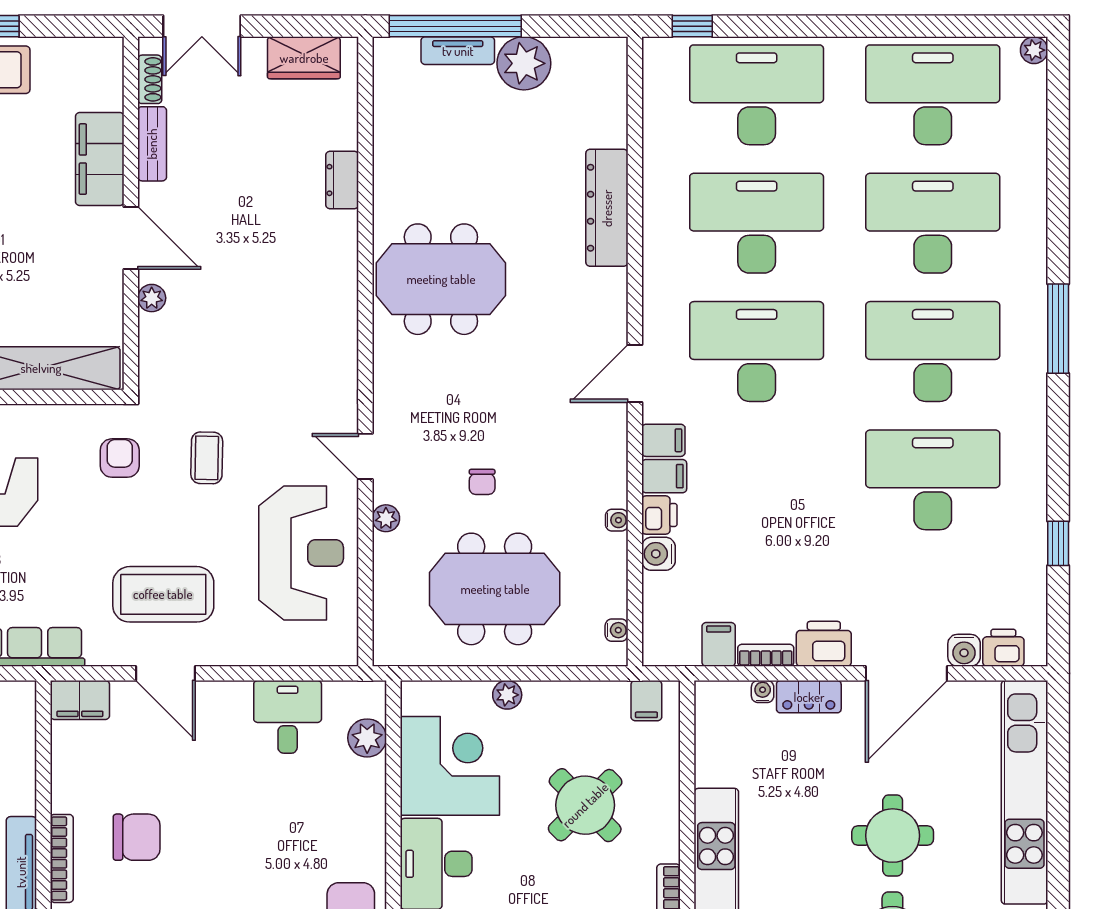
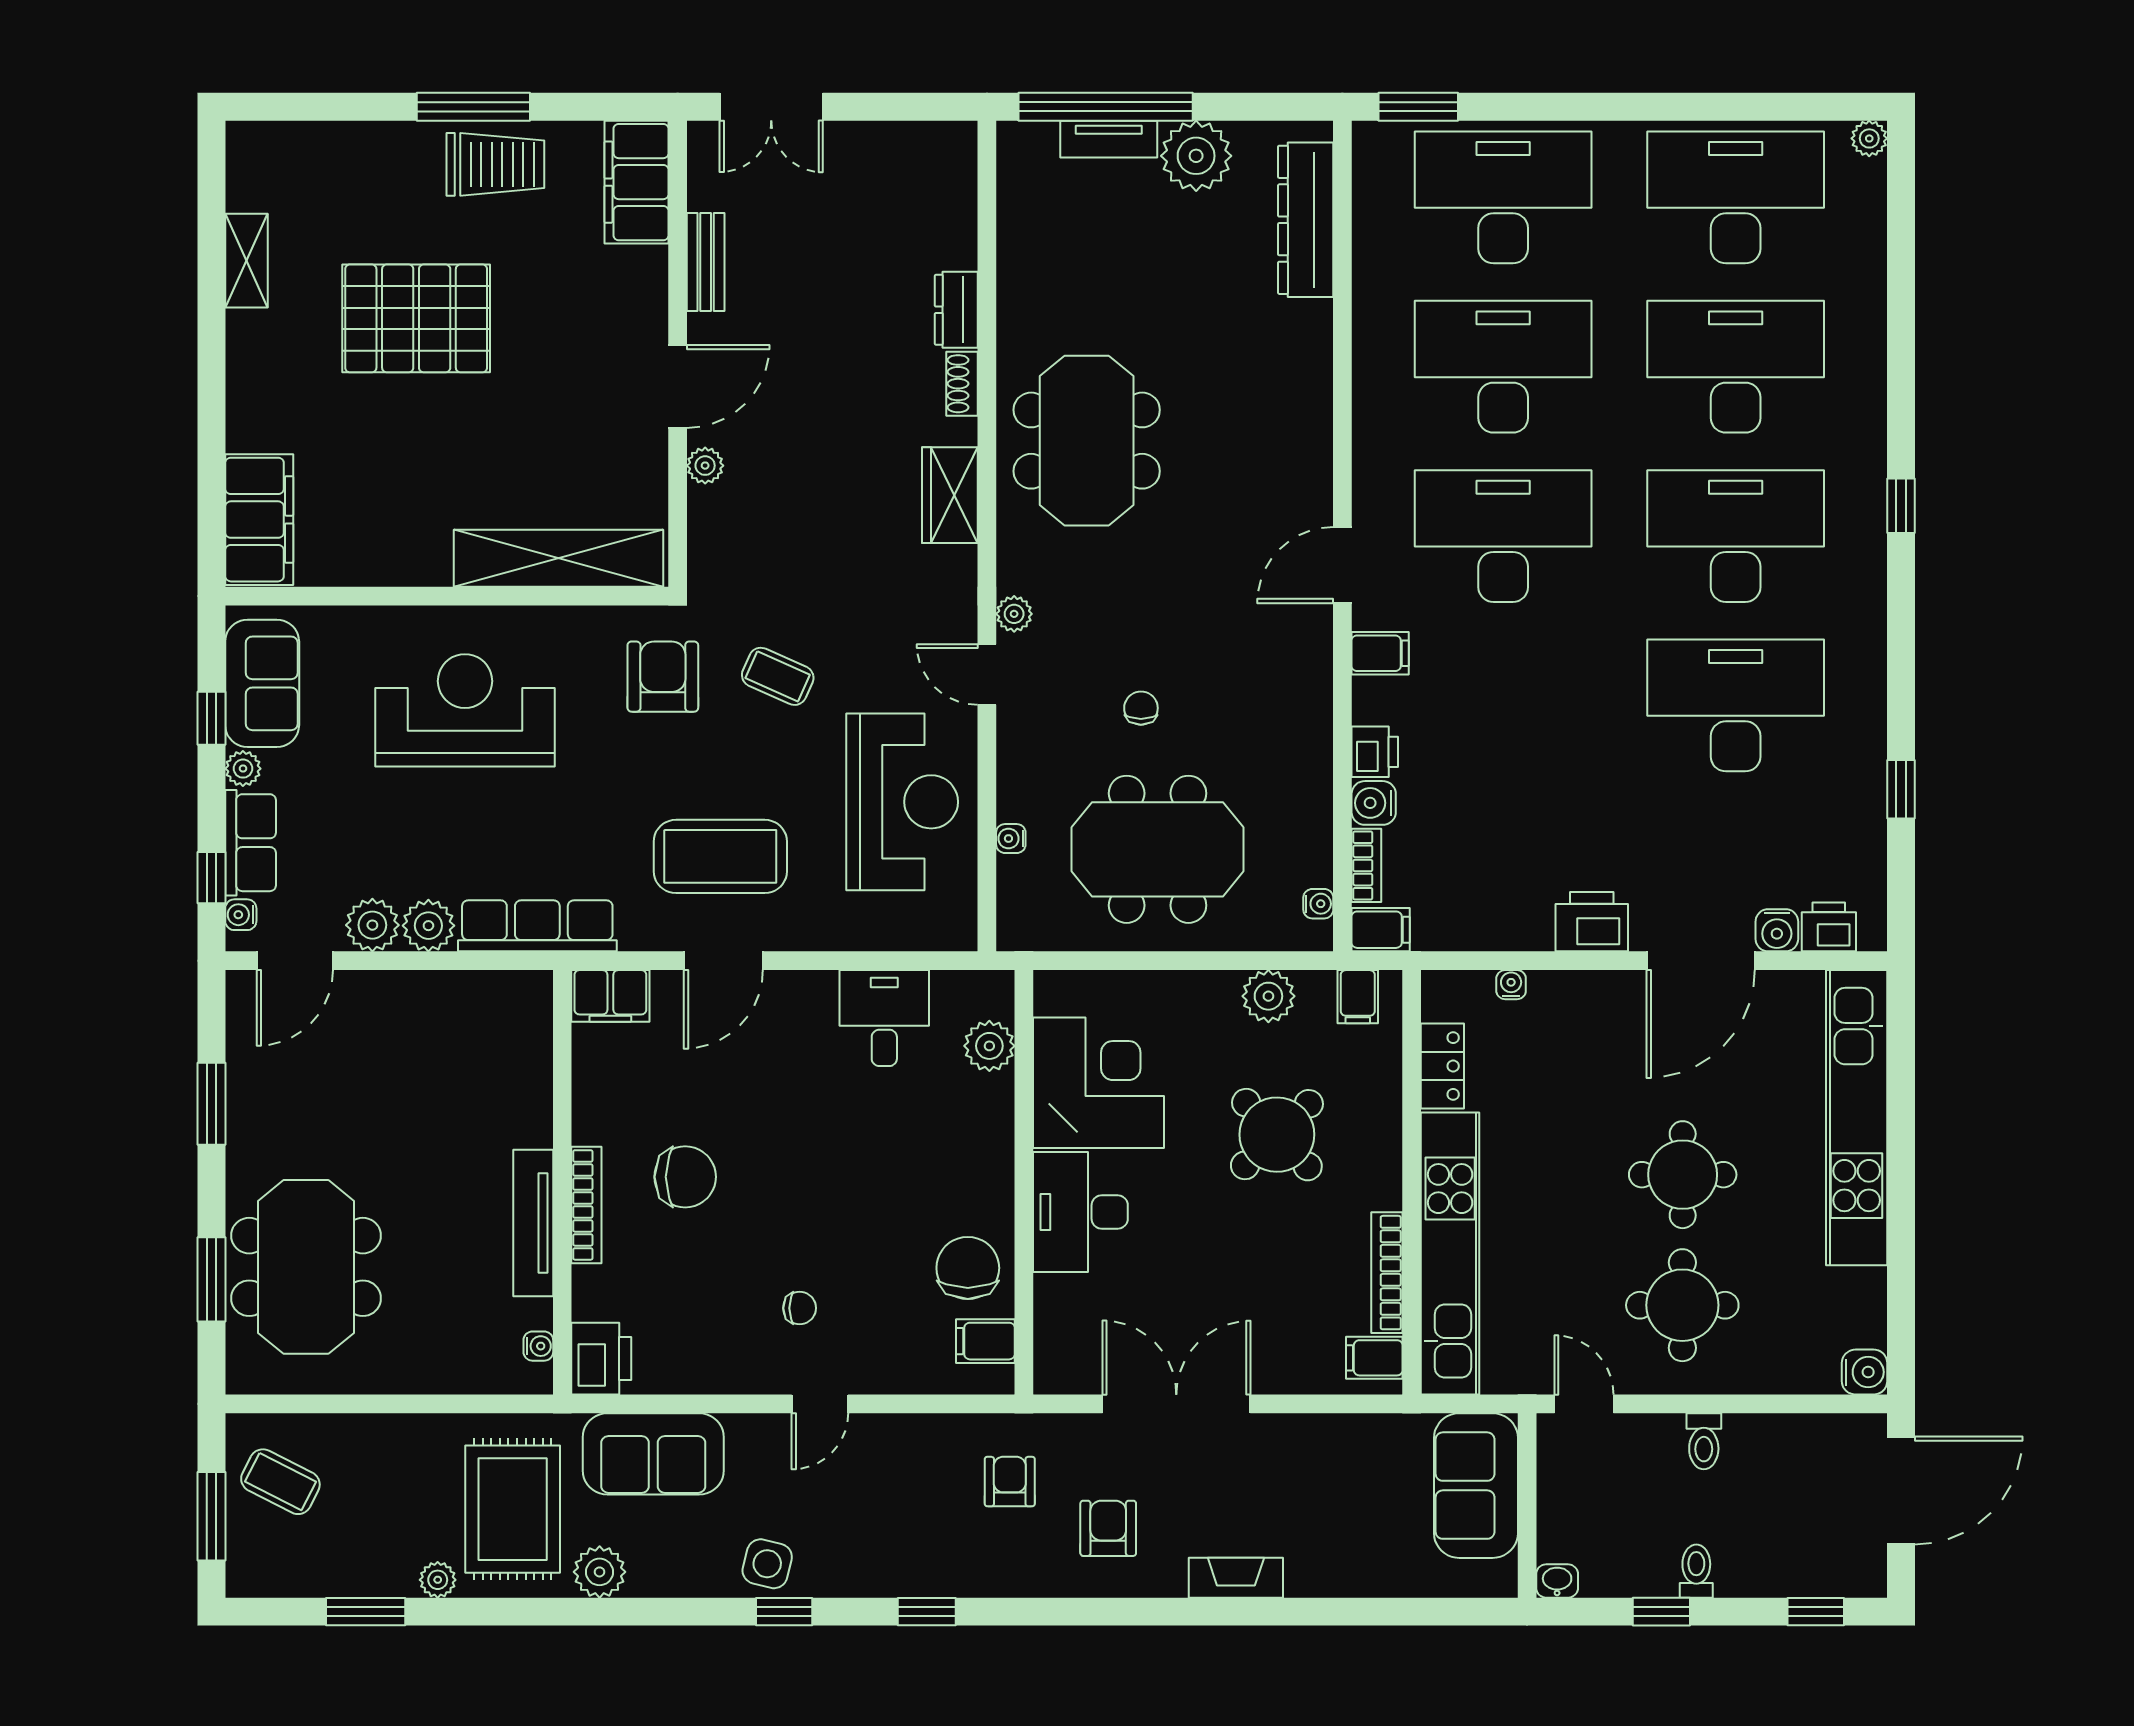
window: (692, 26) -> (1418, 107), width x1.50
wardrobe: (304, 58) -> (950, 495), moved, turned 90
shoe rack: (150, 79) -> (962, 384), moved, turned 180
filing cabinet: (100, 159) -> (637, 182), moved
dresser: (607, 208) -> (1306, 220), moved
door: (131, 238) -> (678, 386), hinge flipped
meeting table: (441, 279) -> (1087, 441), turned 90
window: (1058, 329) -> (1901, 506), width x0.46
armchair: (120, 458) -> (663, 677), width x1.38, depth x1.38
coffee table: (207, 458) -> (778, 676), turned -67
filing cabinet: (664, 476) -> (1381, 700), removed
chair: (482, 482) -> (1141, 708), turned 180
plant: (386, 518) -> (1014, 614), moved
water cooler: (617, 520) -> (1011, 839), moved, turned 180
filing cabinet: (719, 644) -> (1381, 930), moved, turned 90
bookcase: (766, 655) -> (1366, 865), moved, turned 90
door: (166, 673) -> (723, 961), hinge flipped
plant: (507, 695) -> (1268, 996), moved, width x1.38, depth x1.38
locker: (809, 697) -> (1442, 1066), moved, turned -90

